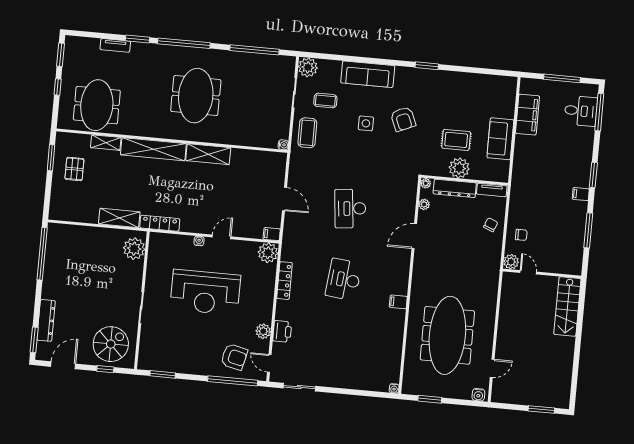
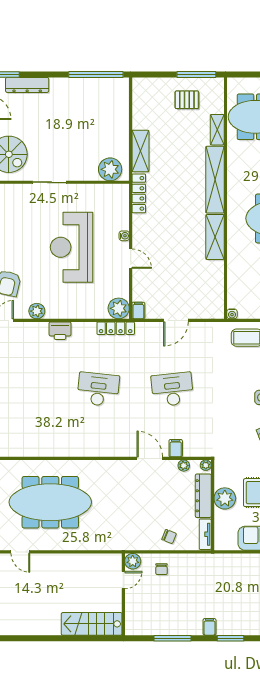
window: (51, 158) -> (196, 74), width x1.44
locker: (284, 281) -> (116, 328), moved
filing cabinet: (398, 302) -> (176, 448), moved
printer: (282, 331) -> (60, 331), moved

